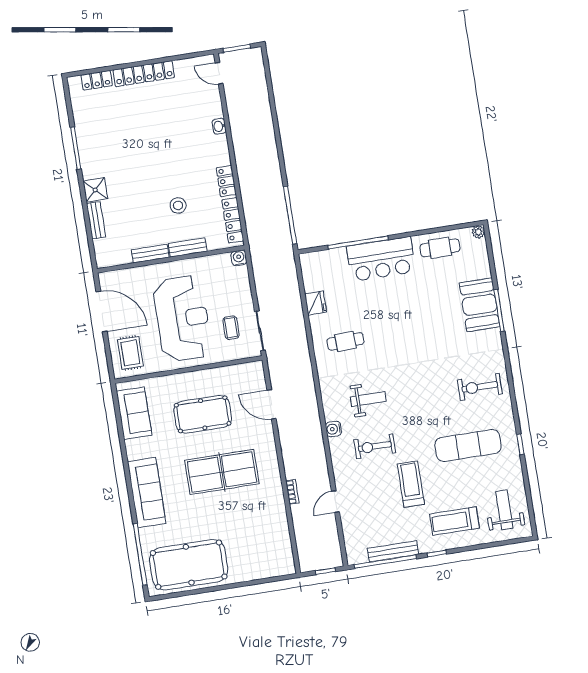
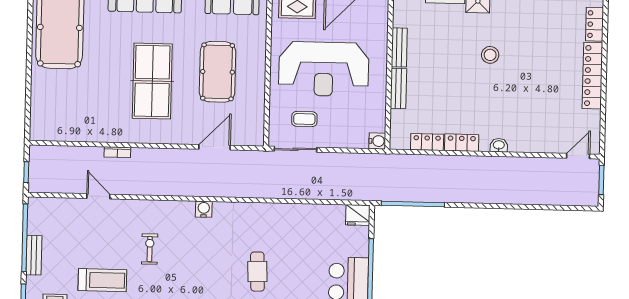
washbasin: (219, 126) -> (499, 145), moved
stool: (178, 205) -> (490, 55), moved
locker: (233, 220) -> (427, 142), width x0.66
fridge: (315, 303) -> (358, 215), moved
cafe table: (345, 341) -> (257, 272), moved
weight bench: (368, 399) -> (201, 251), removed
water cooler: (333, 429) -> (204, 209), moved
exercise bike: (375, 446) -> (150, 249), width x0.73, depth x0.72
bench: (393, 551) -> (34, 255), width x0.73

